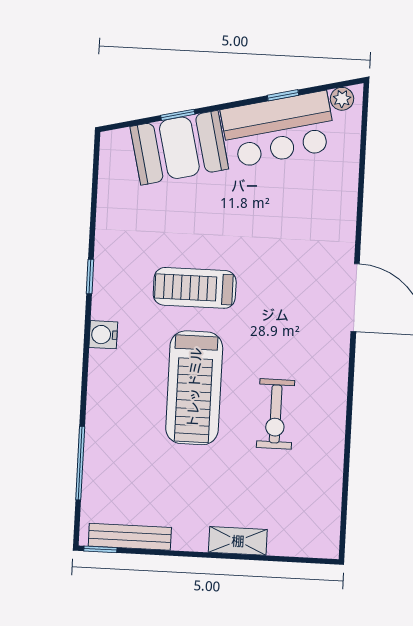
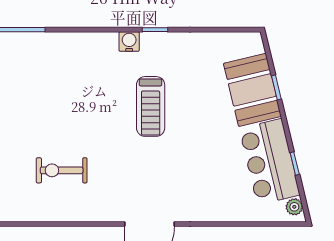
treadmill: (195, 288) -> (151, 106), turned 180
water cooler: (103, 335) -> (129, 41), moved
treadmill: (194, 388) -> (78, 110), removed

